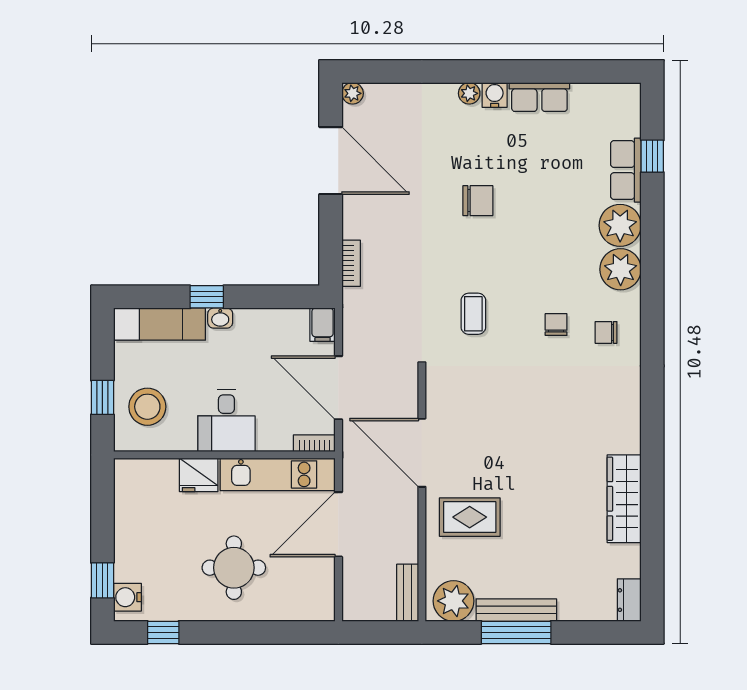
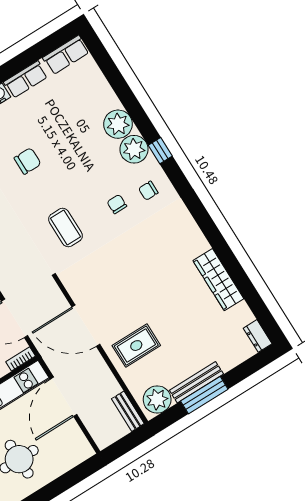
window: (652, 156) -> (160, 151), moved
row of seats: (626, 170) -> (66, 55), moved, turned -90
coffee table: (473, 314) -> (65, 228), width x1.36, depth x1.30

